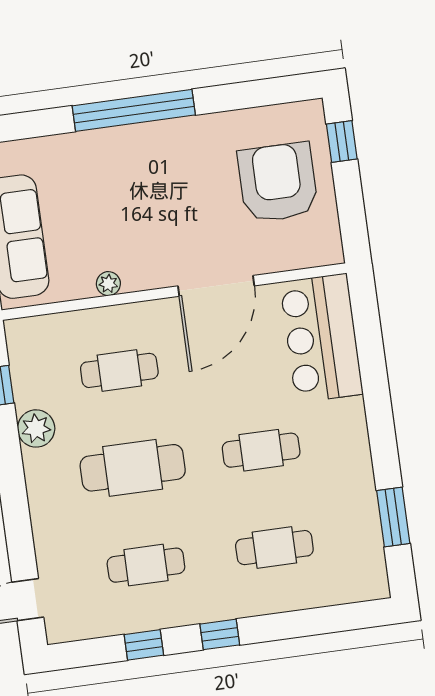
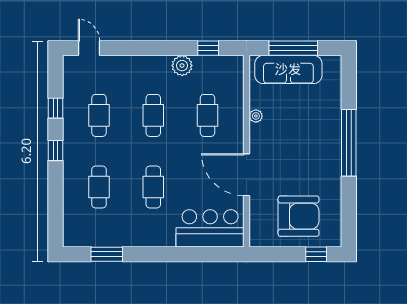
cafe table: (133, 468) -> (153, 115), width x0.73, depth x0.74

